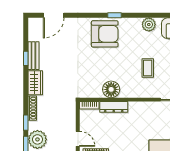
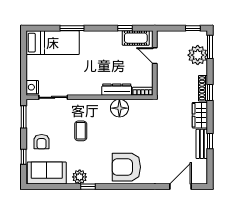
window: (115, 15) -> (88, 187), moved
window: (26, 123) -> (210, 93), moved

